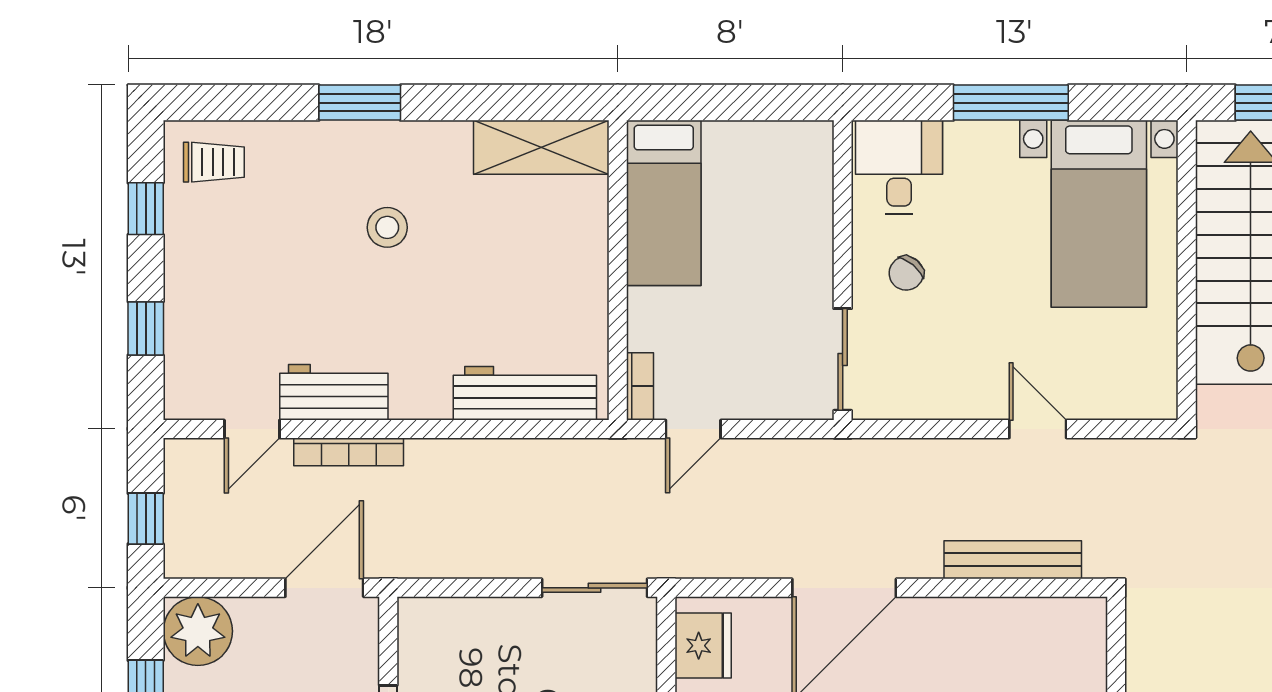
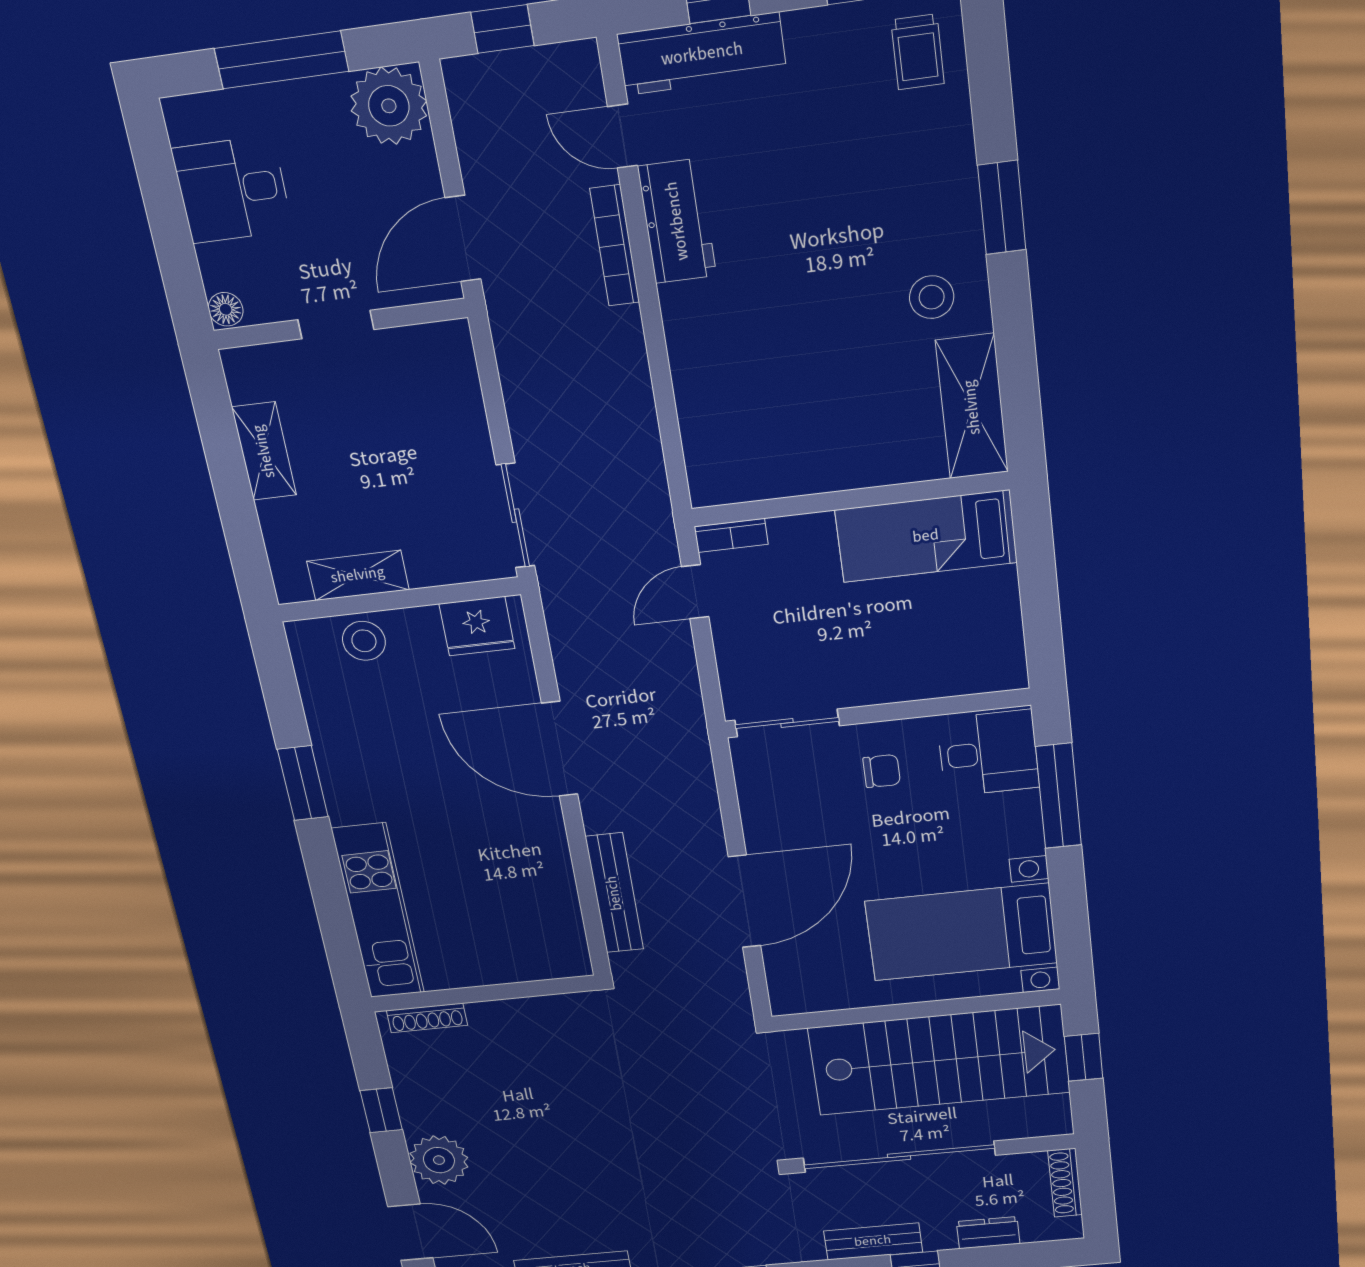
window: (1011, 103) -> (1058, 796), moved
stool: (387, 227) -> (932, 297), moved
chair: (906, 273) -> (882, 771), turned 140
workbench: (525, 393) -> (702, 54), moved, turned 90
door: (693, 429) -> (695, 592), hinge flipped
door: (1038, 429) -> (744, 901), width x1.88
door: (324, 588) -> (463, 239), swing flipped

